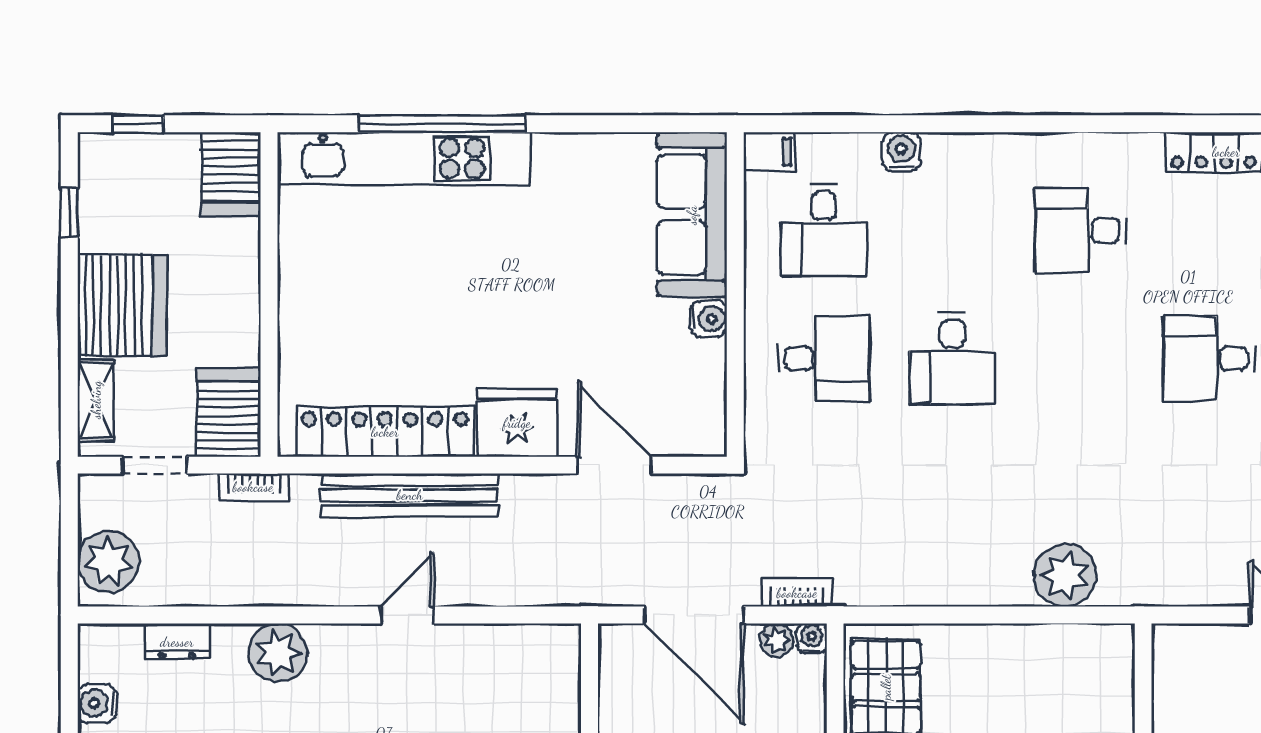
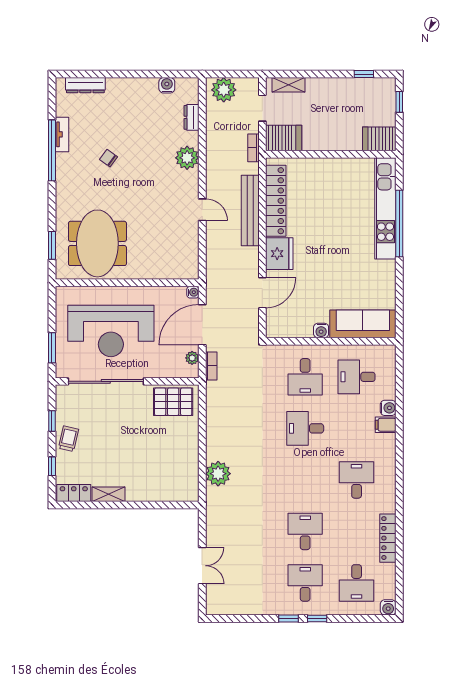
filing cabinet: (769, 151) -> (386, 425), moved, turned 90
server rack: (122, 305) -> (327, 95), removed
water cooler: (812, 638) -> (193, 292), moved

